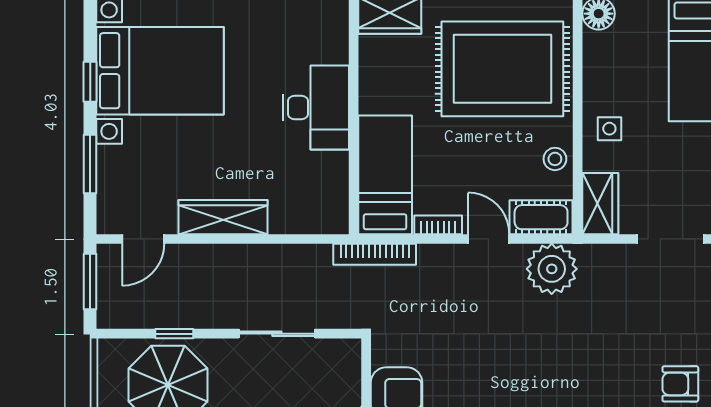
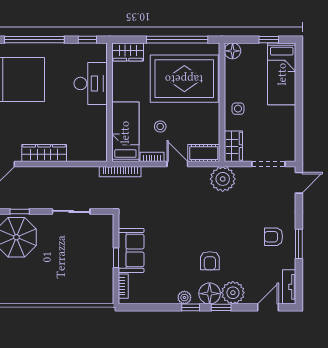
desk: (316, 108) -> (91, 83), moved
stool: (555, 159) -> (160, 126), moved
plant: (552, 269) -> (223, 179), moved

